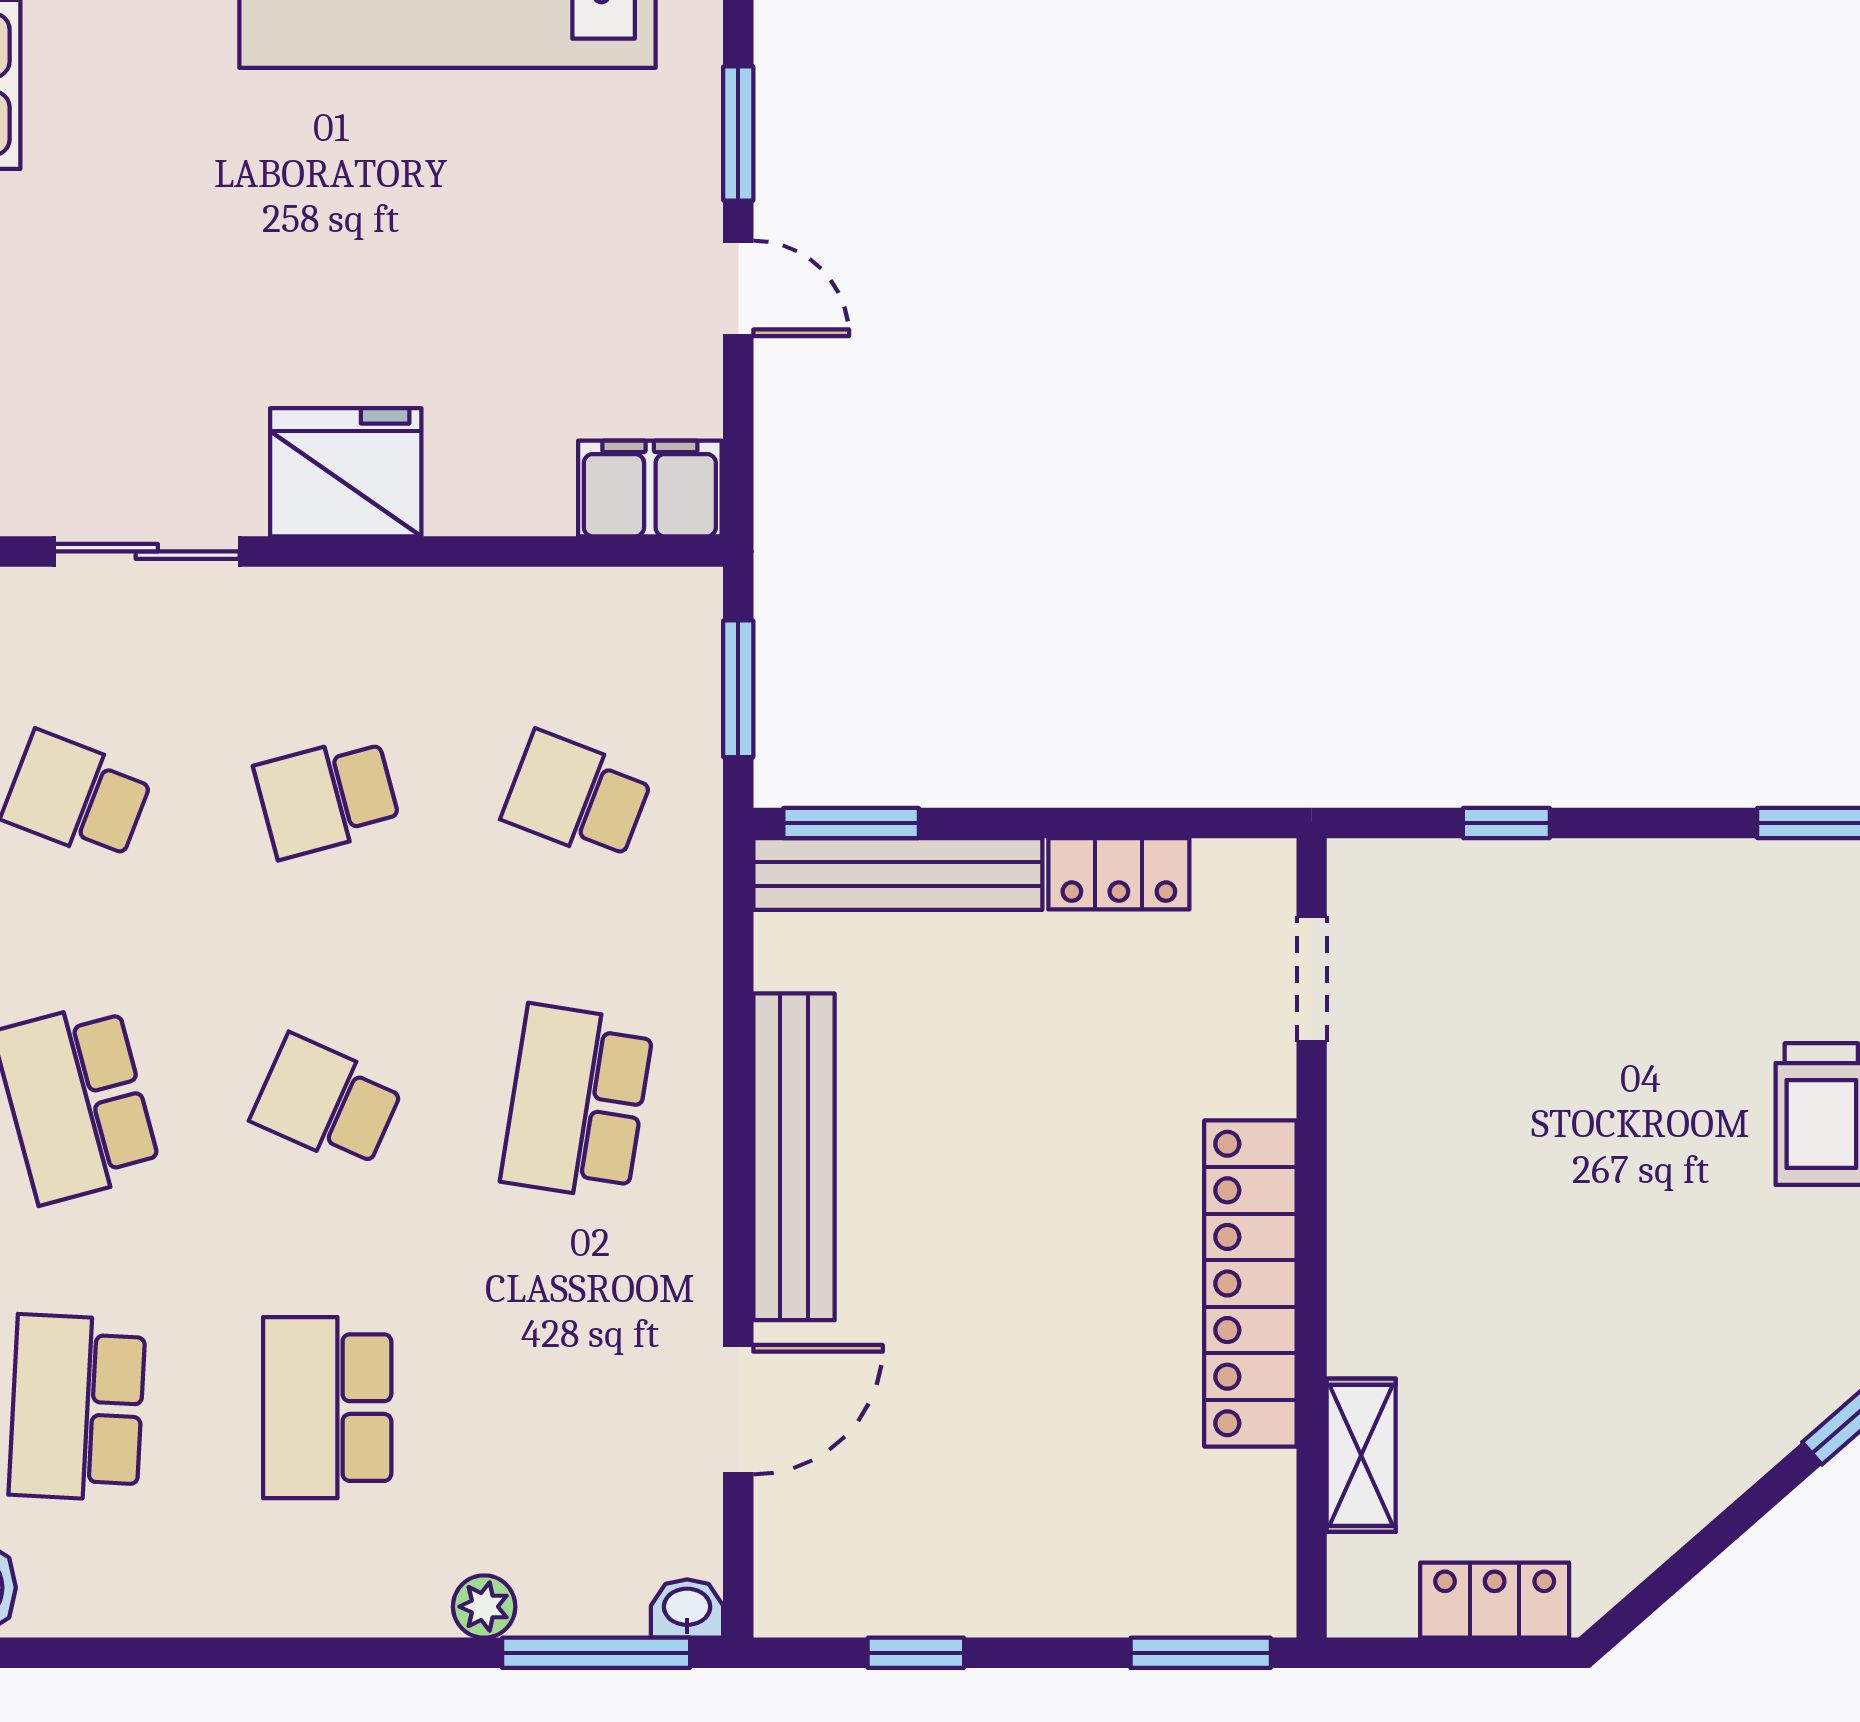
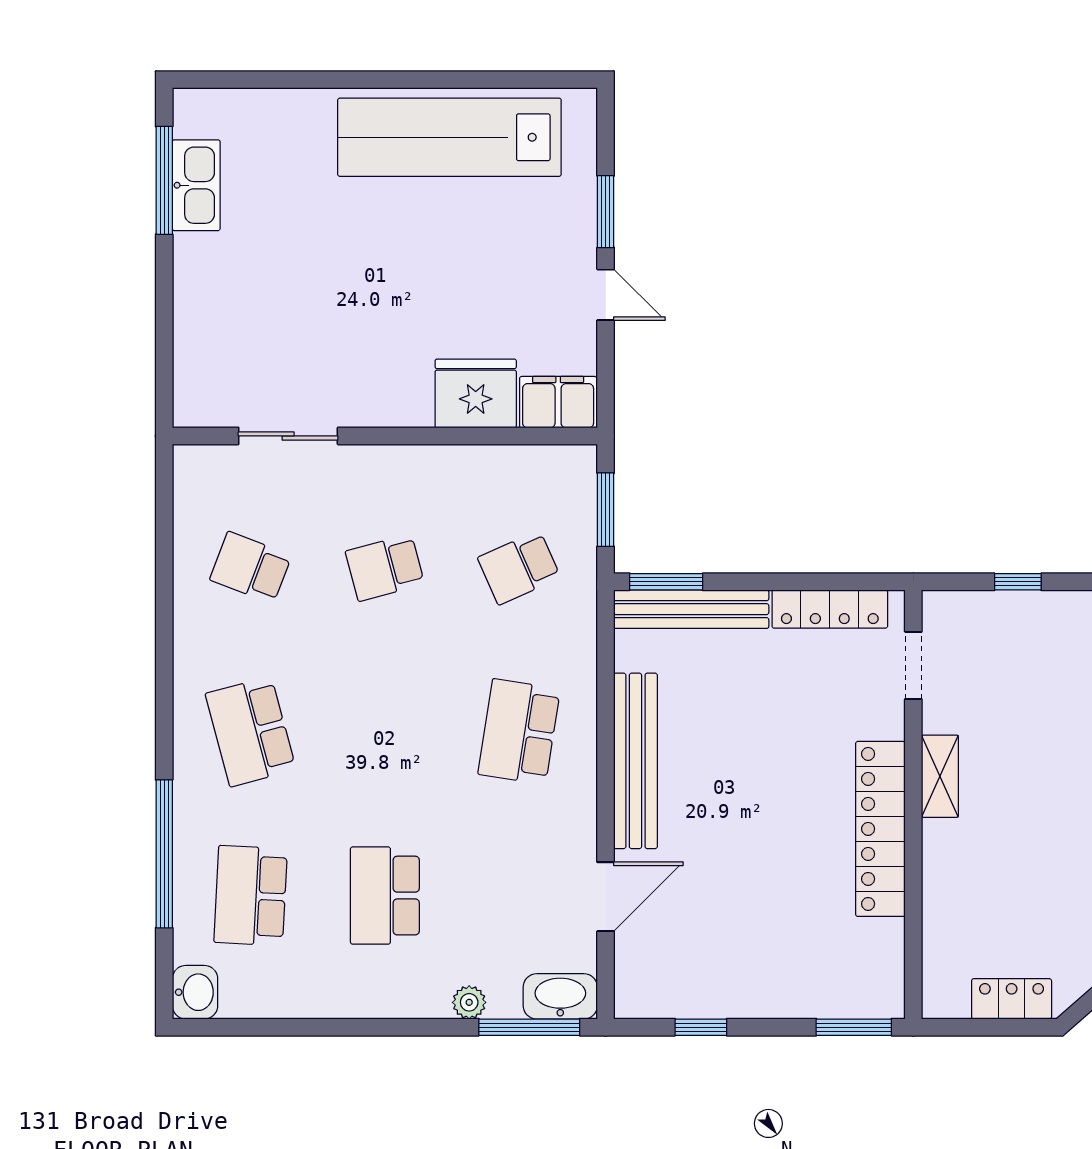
fridge: (346, 472) -> (476, 393), moved
school desk: (577, 797) -> (519, 568), turned -45
locker: (1119, 874) -> (830, 609), width x1.53
school desk: (327, 1102) -> (385, 732), removed
shelving: (1361, 1455) -> (940, 776), moved
washbasin: (687, 1609) -> (560, 996), width x1.91, depth x1.45

